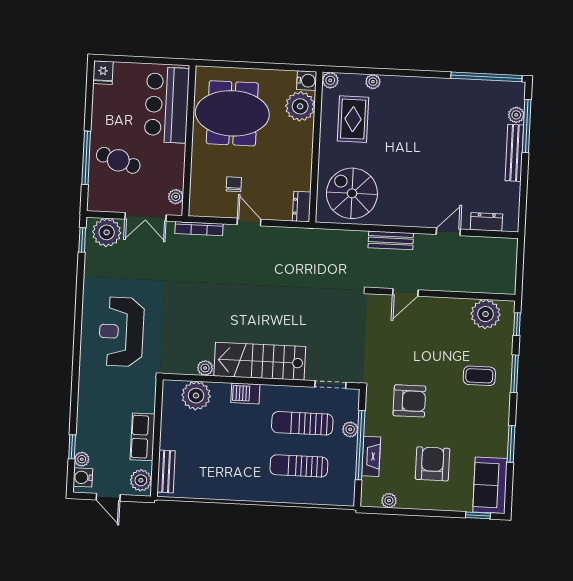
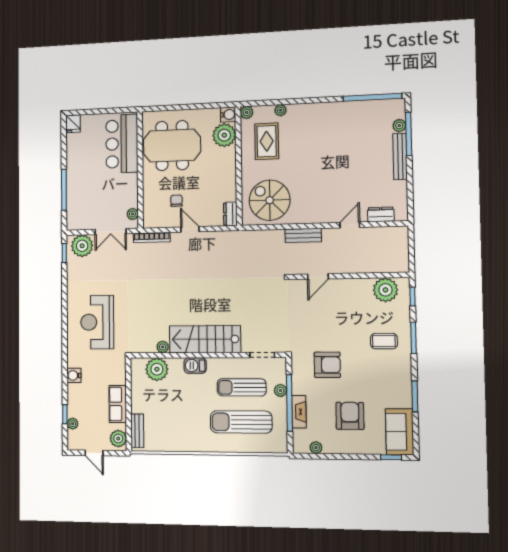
cafe table: (118, 160) -> (88, 190), removed
sun lounger: (299, 466) -> (241, 422), width x1.36, depth x1.34
water cooler: (83, 477) -> (74, 375), moved

